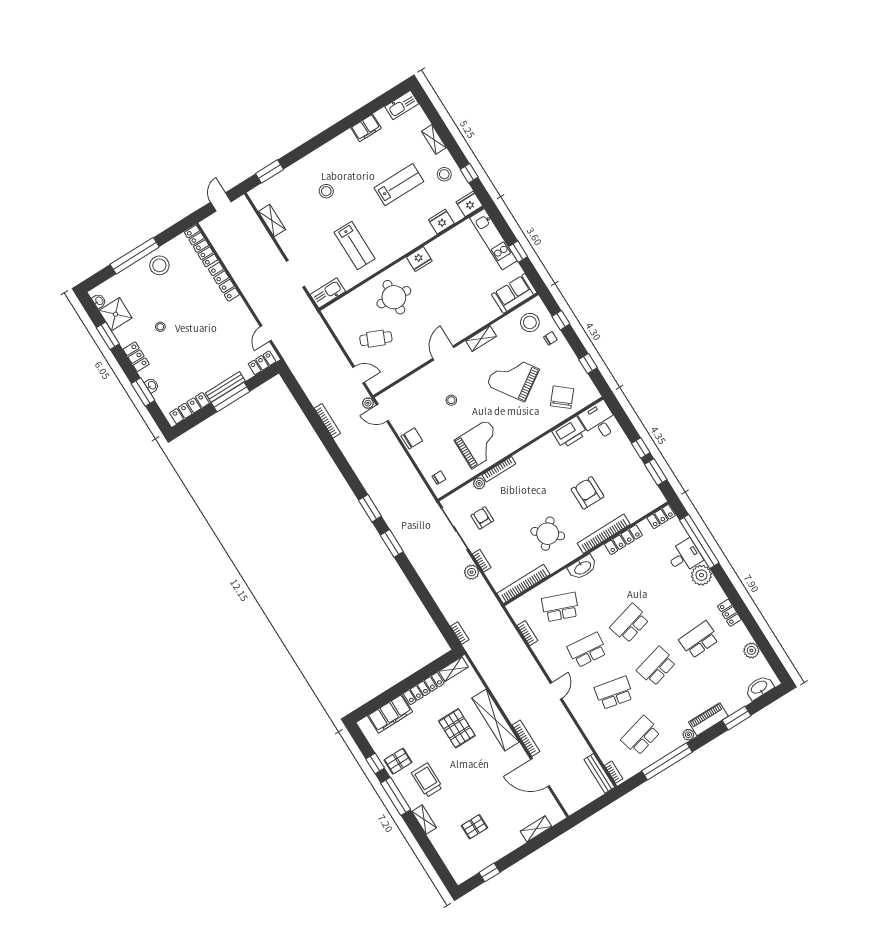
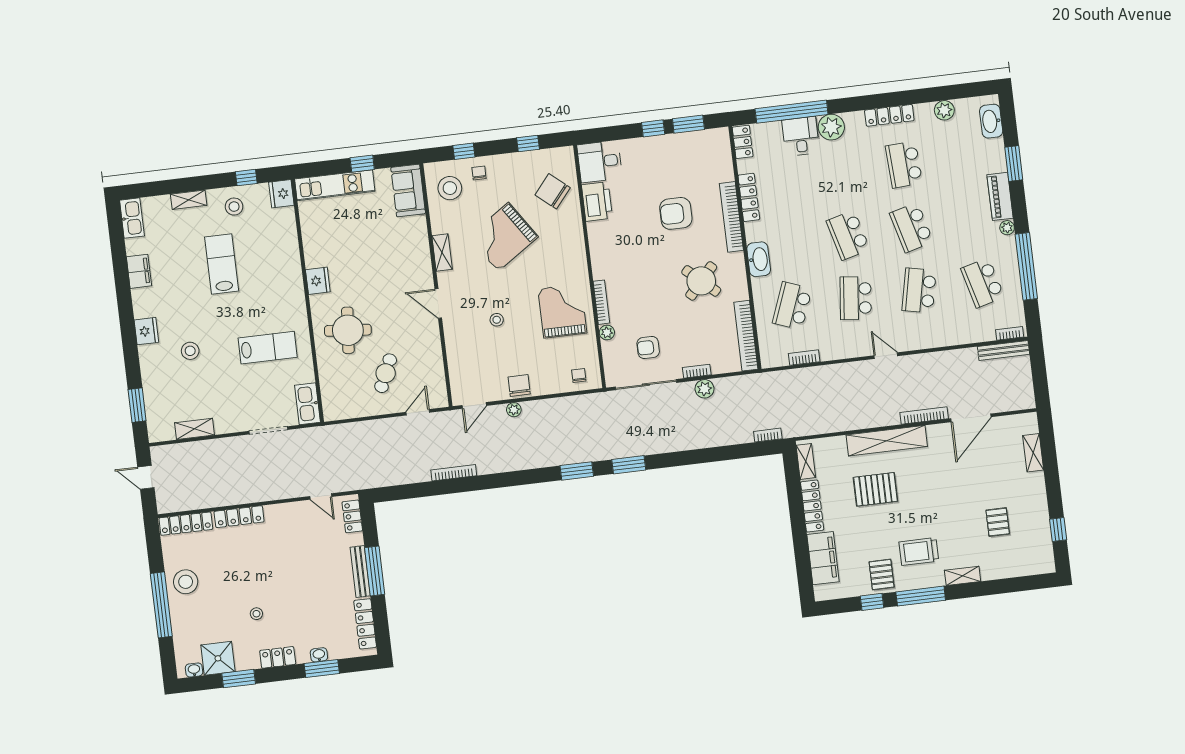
fridge: (441, 222) -> (146, 331), moved, turned 180
plant: (368, 403) -> (514, 410), moved
locker: (729, 613) -> (889, 115), width x1.53

